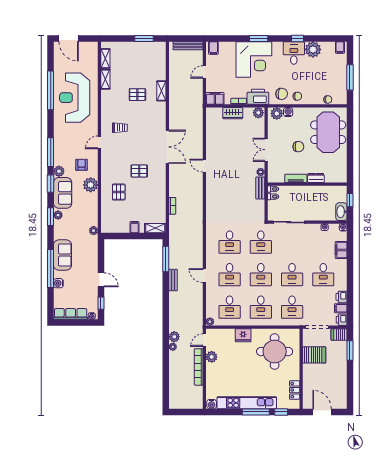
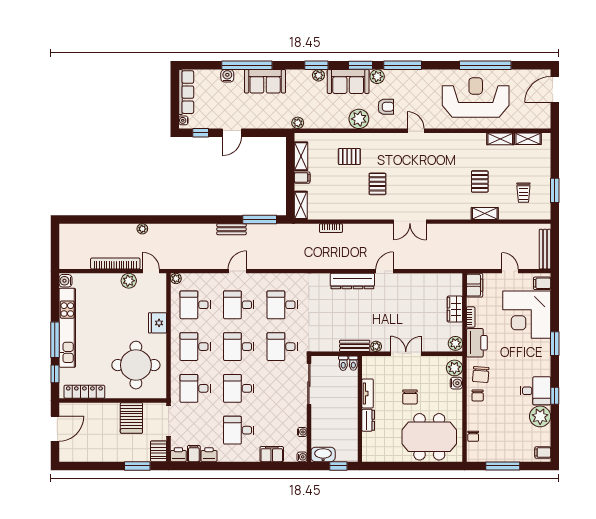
corner desk: (254, 59) -> (527, 315), moved
trolley: (120, 128) -> (523, 193), moved
double door: (167, 147) -> (410, 222), width x0.73
dresser: (212, 190) -> (352, 281), added
shelving: (119, 228) -> (301, 156), added
plant: (174, 337) -> (156, 231), removed
locker: (295, 390) -> (84, 392), width x1.53

